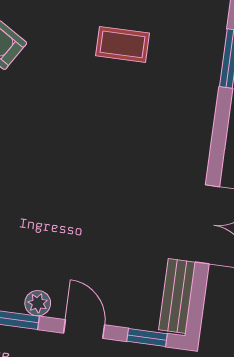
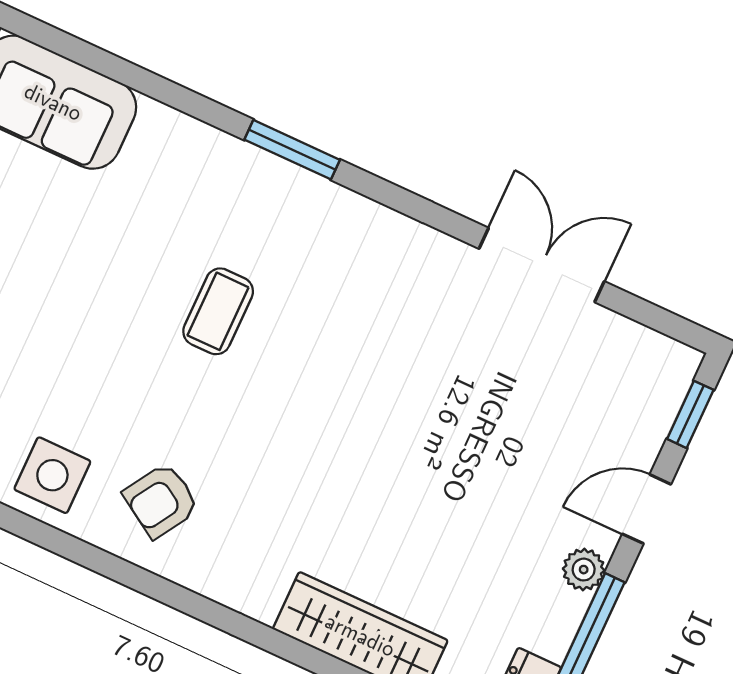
bench: (177, 296) -> (640, 347), removed

